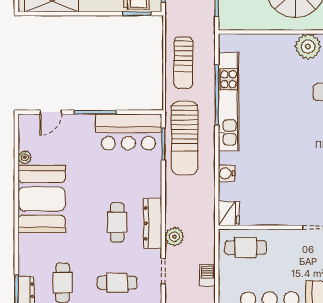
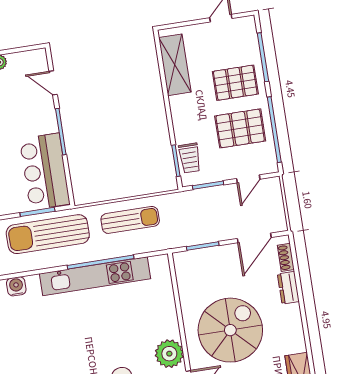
sun lounger: (183, 63) -> (130, 220), turned 180

